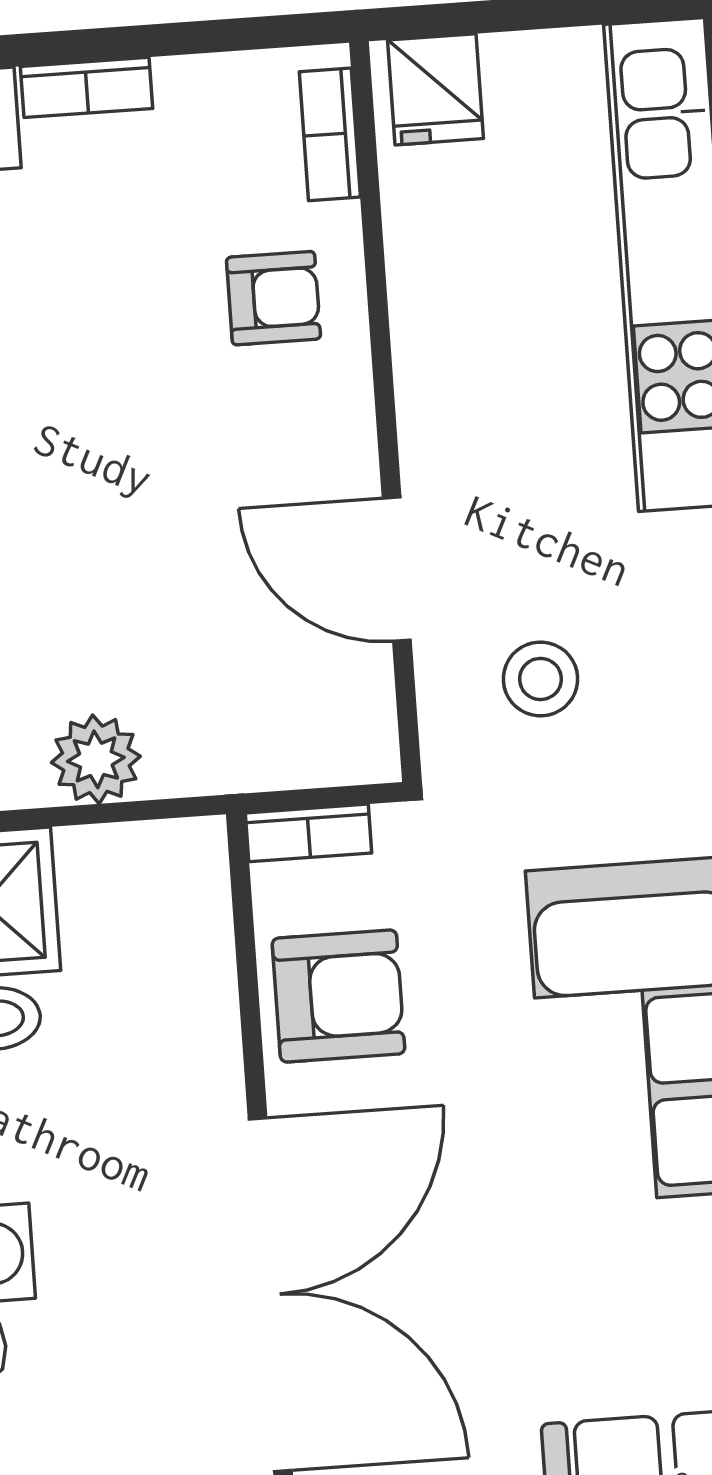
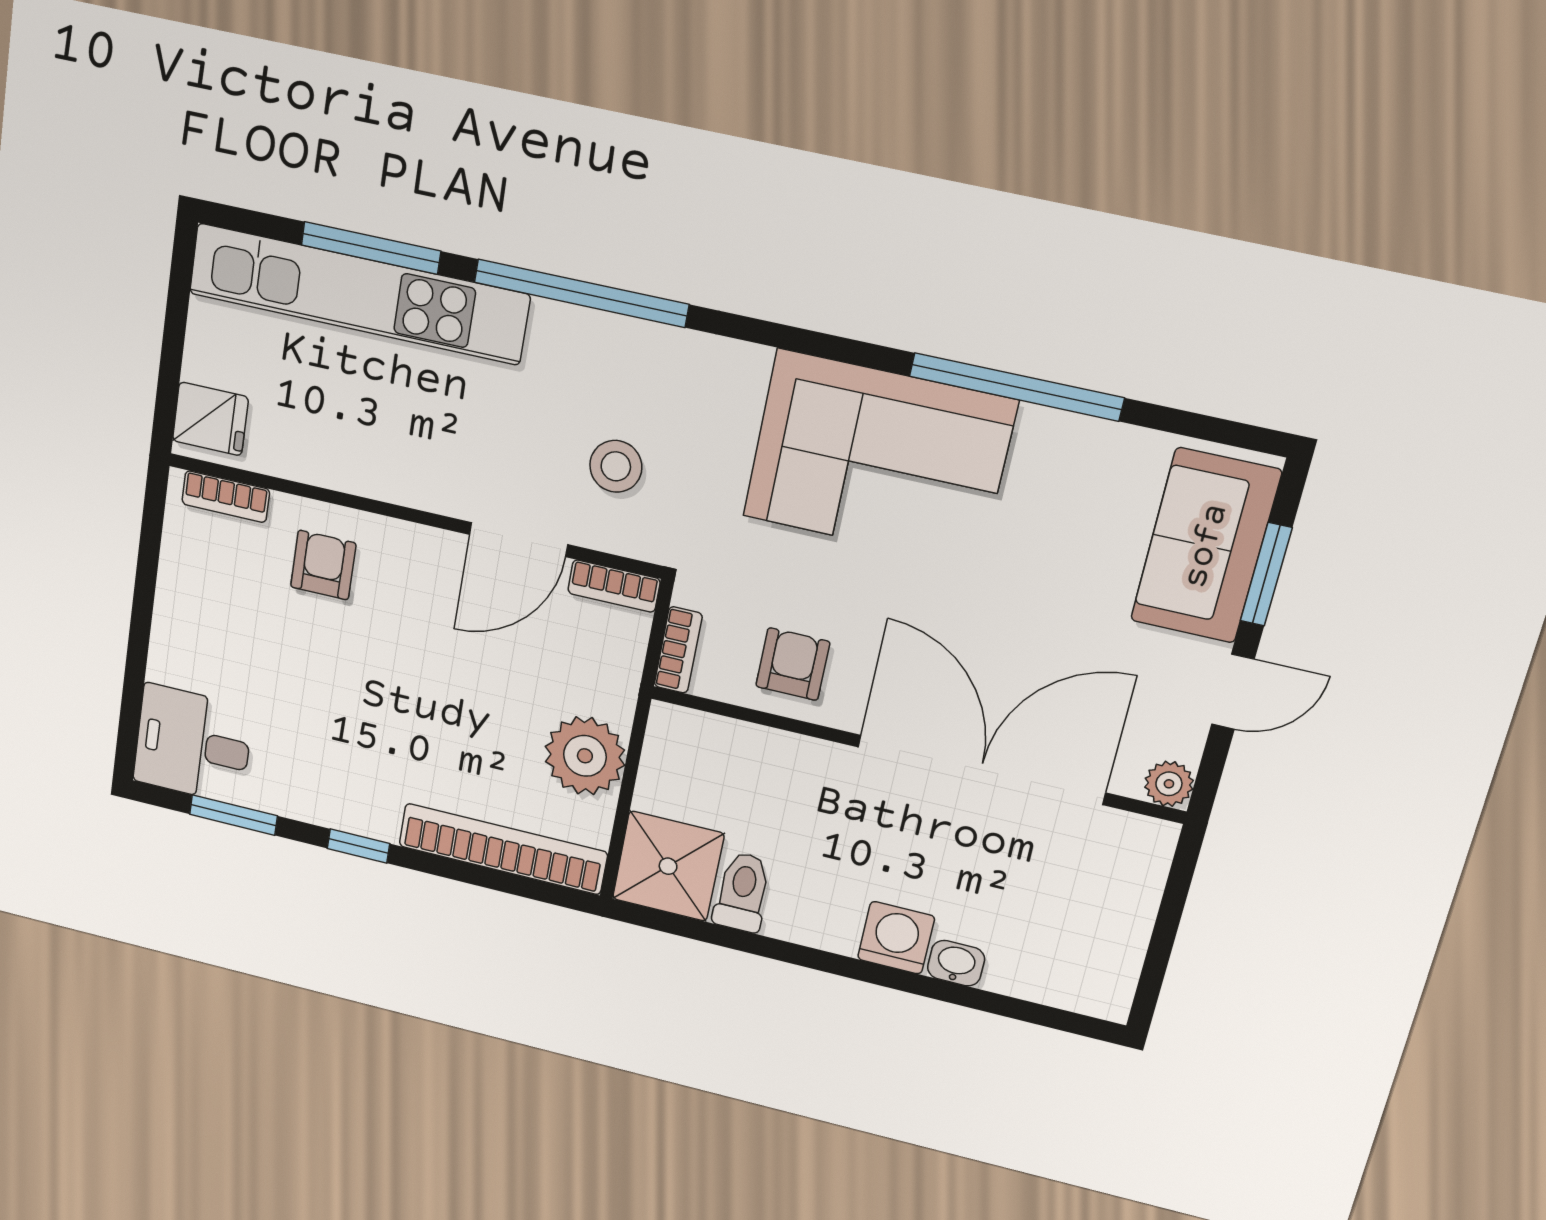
bookcase: (86, 87) -> (614, 586), moved, turned 90
plant: (96, 759) -> (585, 756), width x1.36, depth x1.36
armchair: (338, 996) -> (793, 664), width x0.72, depth x0.72

